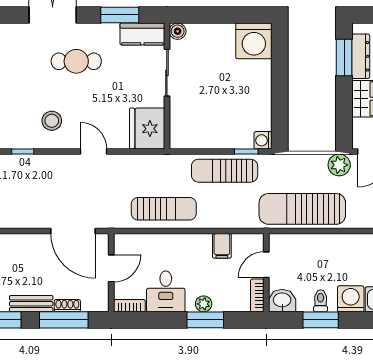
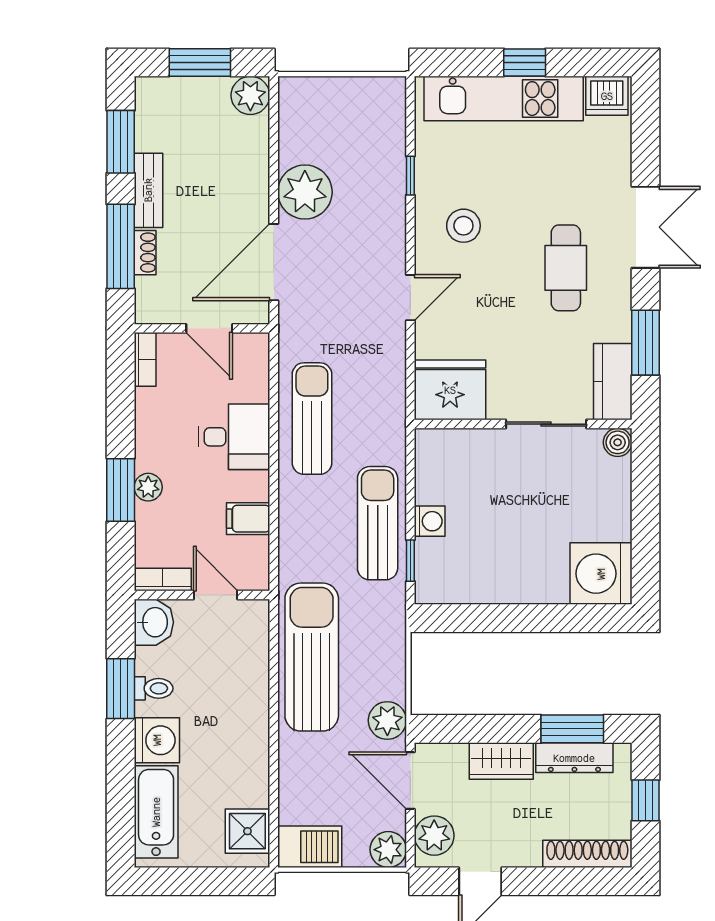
washing machine: (263, 140) -> (430, 521), moved, turned 90
sun lounger: (164, 209) -> (312, 419), turned 180
plant: (32, 213) -> (305, 192), added
desk: (166, 291) -> (234, 437), moved, turned 180

